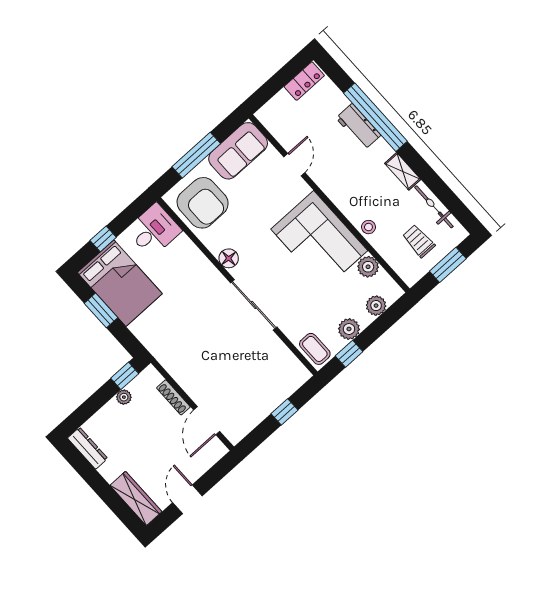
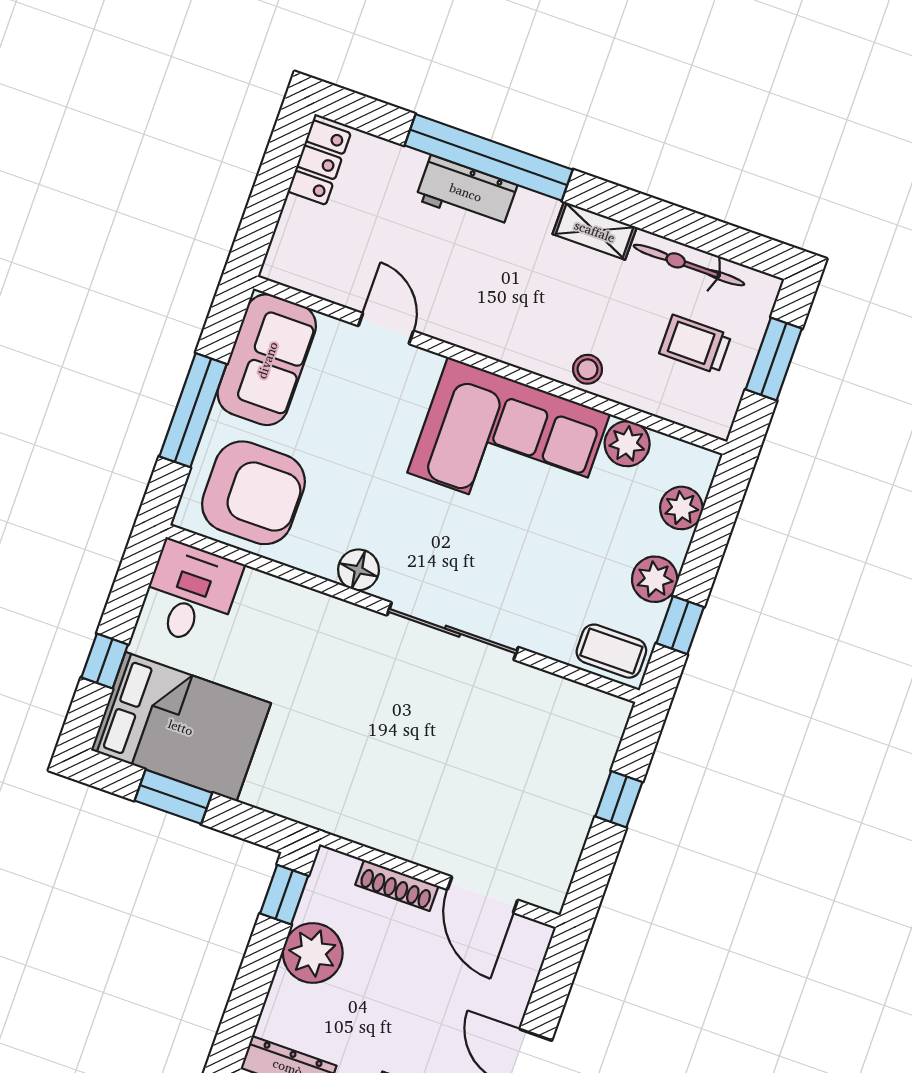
plant: (124, 397) -> (313, 953), width x1.88, depth x1.88

